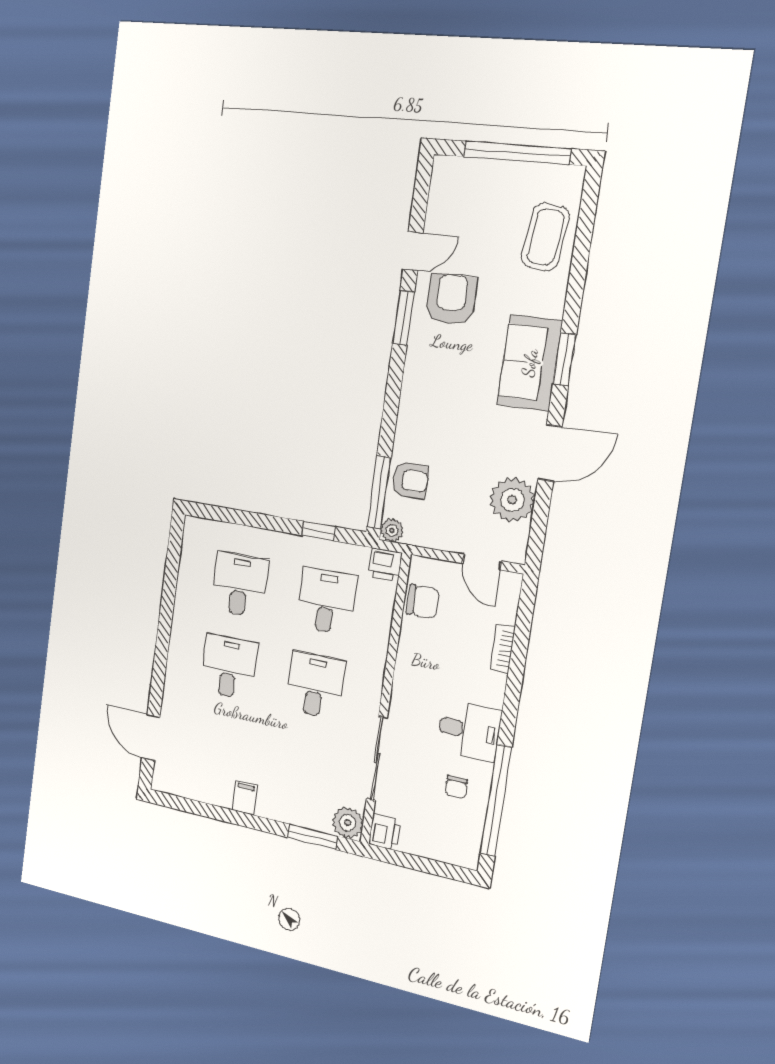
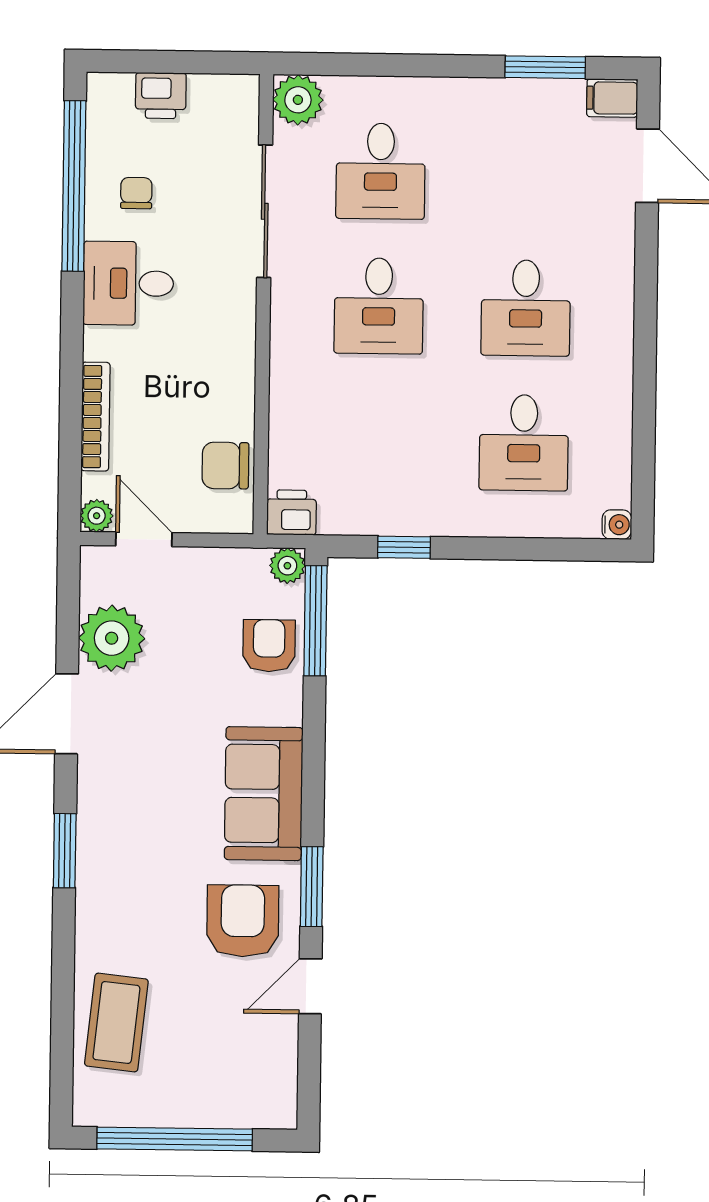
armchair: (451, 299) -> (243, 921), turned 180
sofa: (530, 363) -> (264, 794), moved, turned 180
armchair: (410, 480) -> (269, 646), turned 90
water cooler: (192, 525) -> (617, 525), added
plant: (511, 583) -> (97, 516), added
desk: (327, 601) -> (381, 171), moved
bookcase: (503, 648) -> (95, 417), width x1.56
filing cabinet: (245, 797) -> (612, 98), moved, turned 90
printer: (385, 832) -> (161, 96), moved, turned -90
window: (312, 837) -> (545, 67), moved

